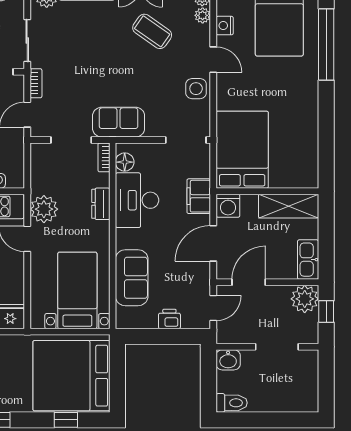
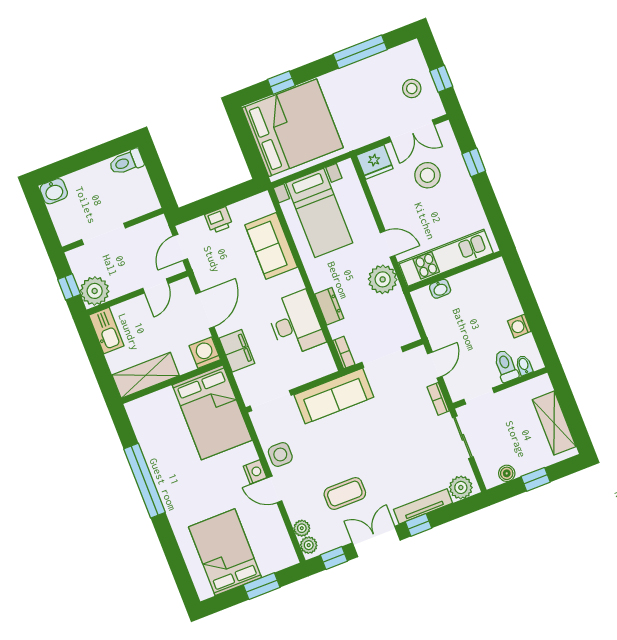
nightstand: (225, 26) -> (255, 472), moved
coffee table: (152, 31) -> (345, 494), turned -35
window: (326, 45) -> (145, 481), moved
sofa: (119, 122) -> (334, 396), width x1.36
floor lamp: (125, 162) -> (322, 356), removed
door: (249, 282) -> (156, 286), width x0.73
washbasin: (228, 360) -> (54, 191), moved, turned 180

